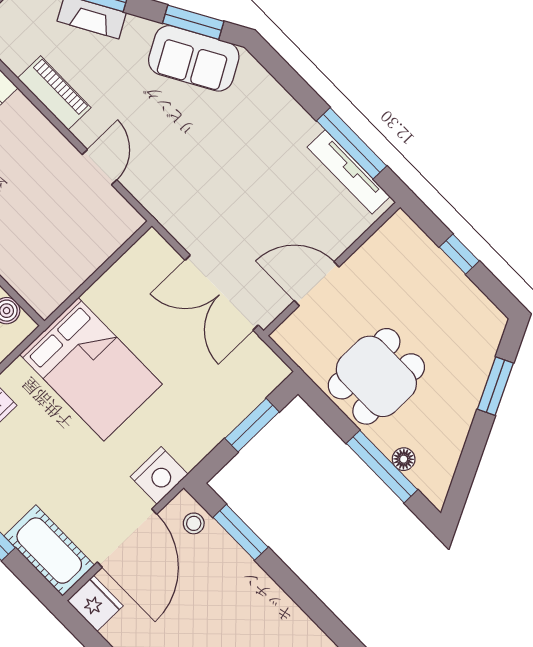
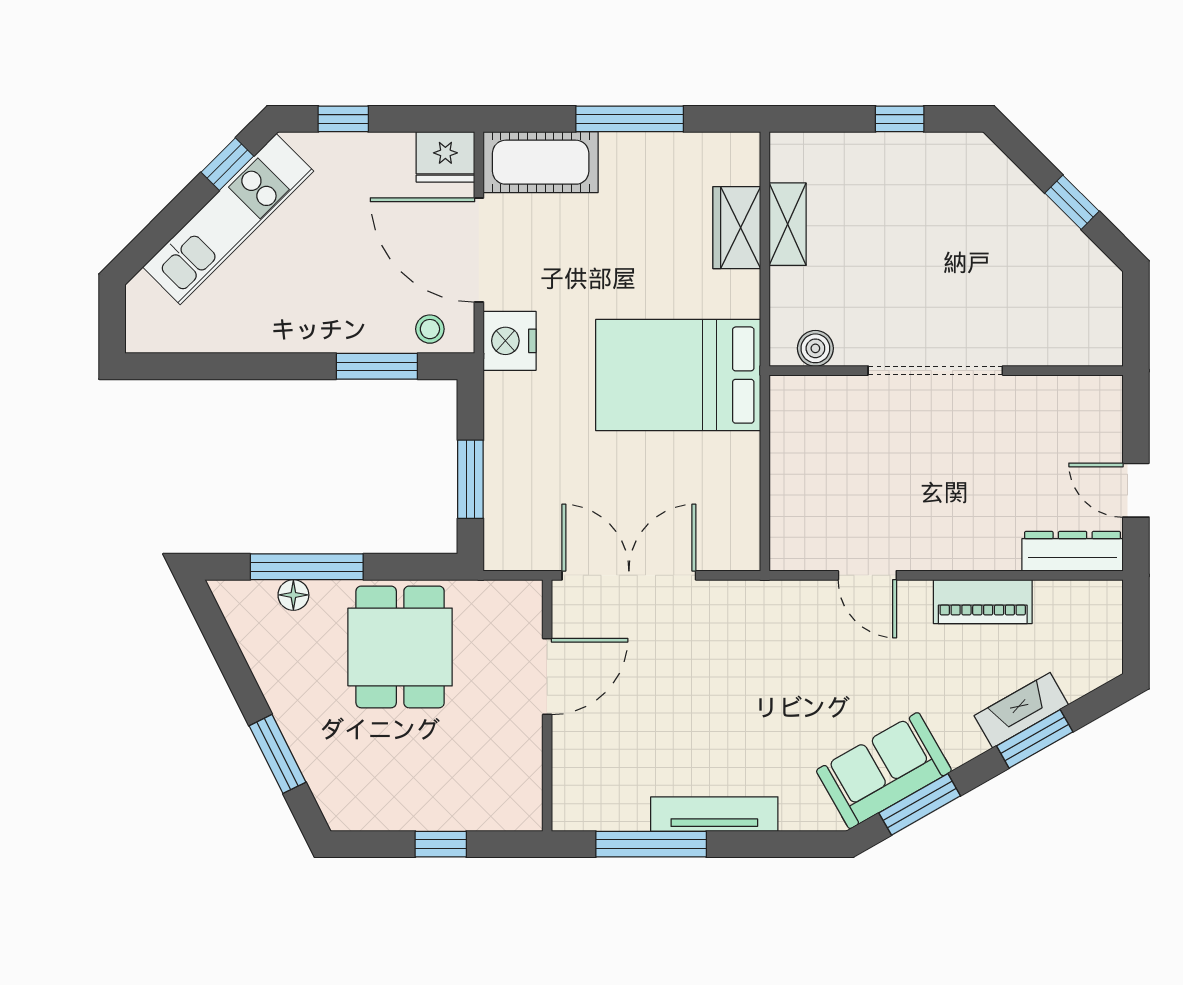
tv unit: (349, 172) -> (714, 814), moved

